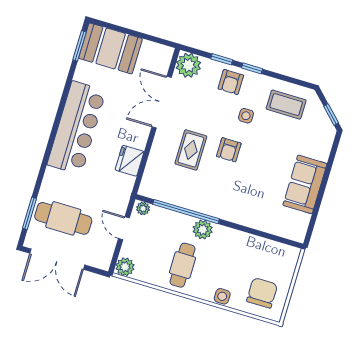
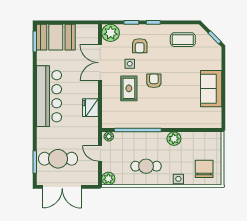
armchair: (231, 82) -> (140, 46), moved
side table: (246, 116) -> (130, 64), moved
armchair: (229, 150) -> (154, 81), turned 180
plant: (203, 230) -> (174, 139), moved
cafe table: (183, 265) -> (146, 166), turned 90

